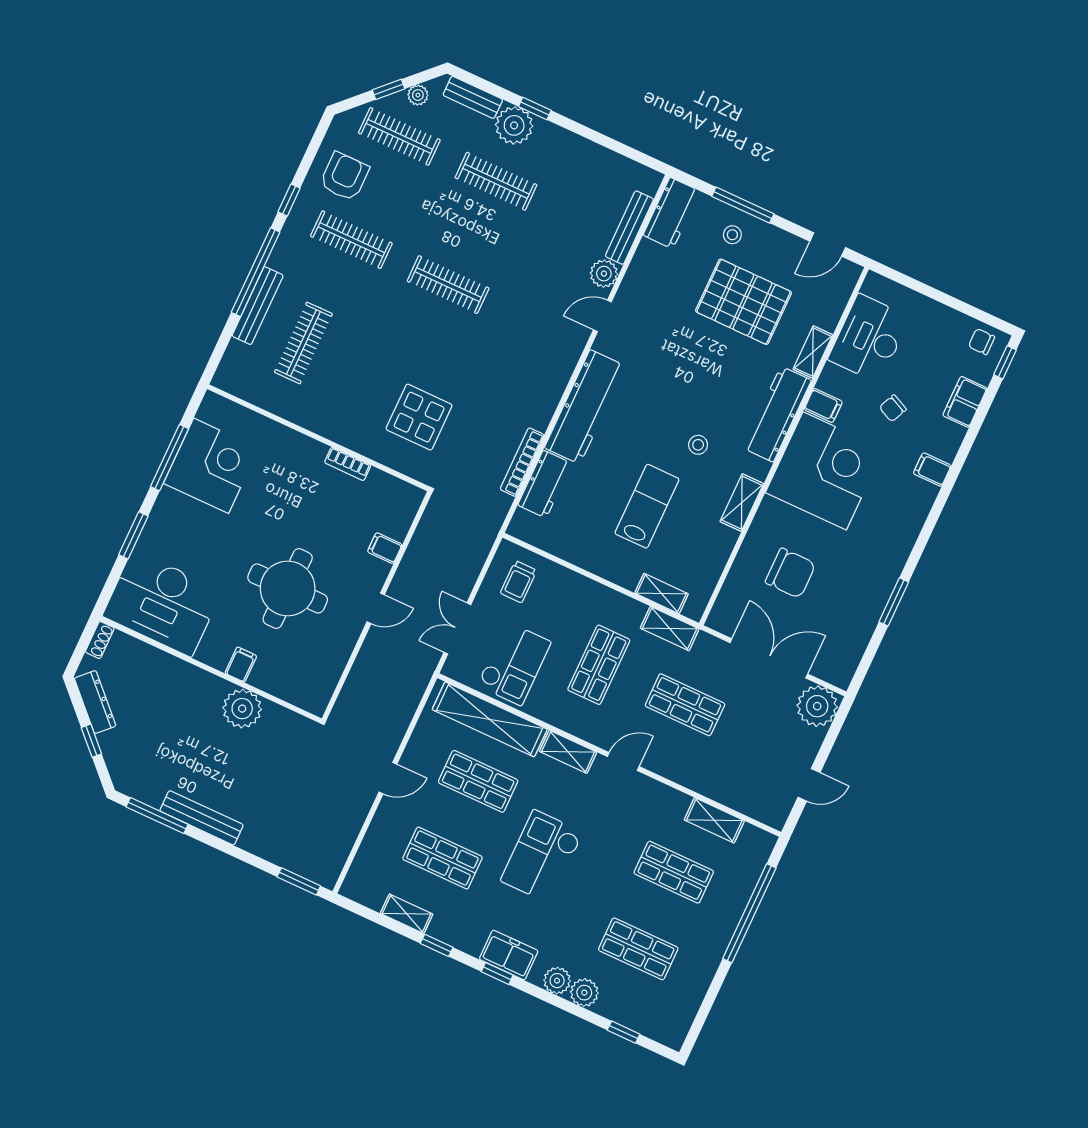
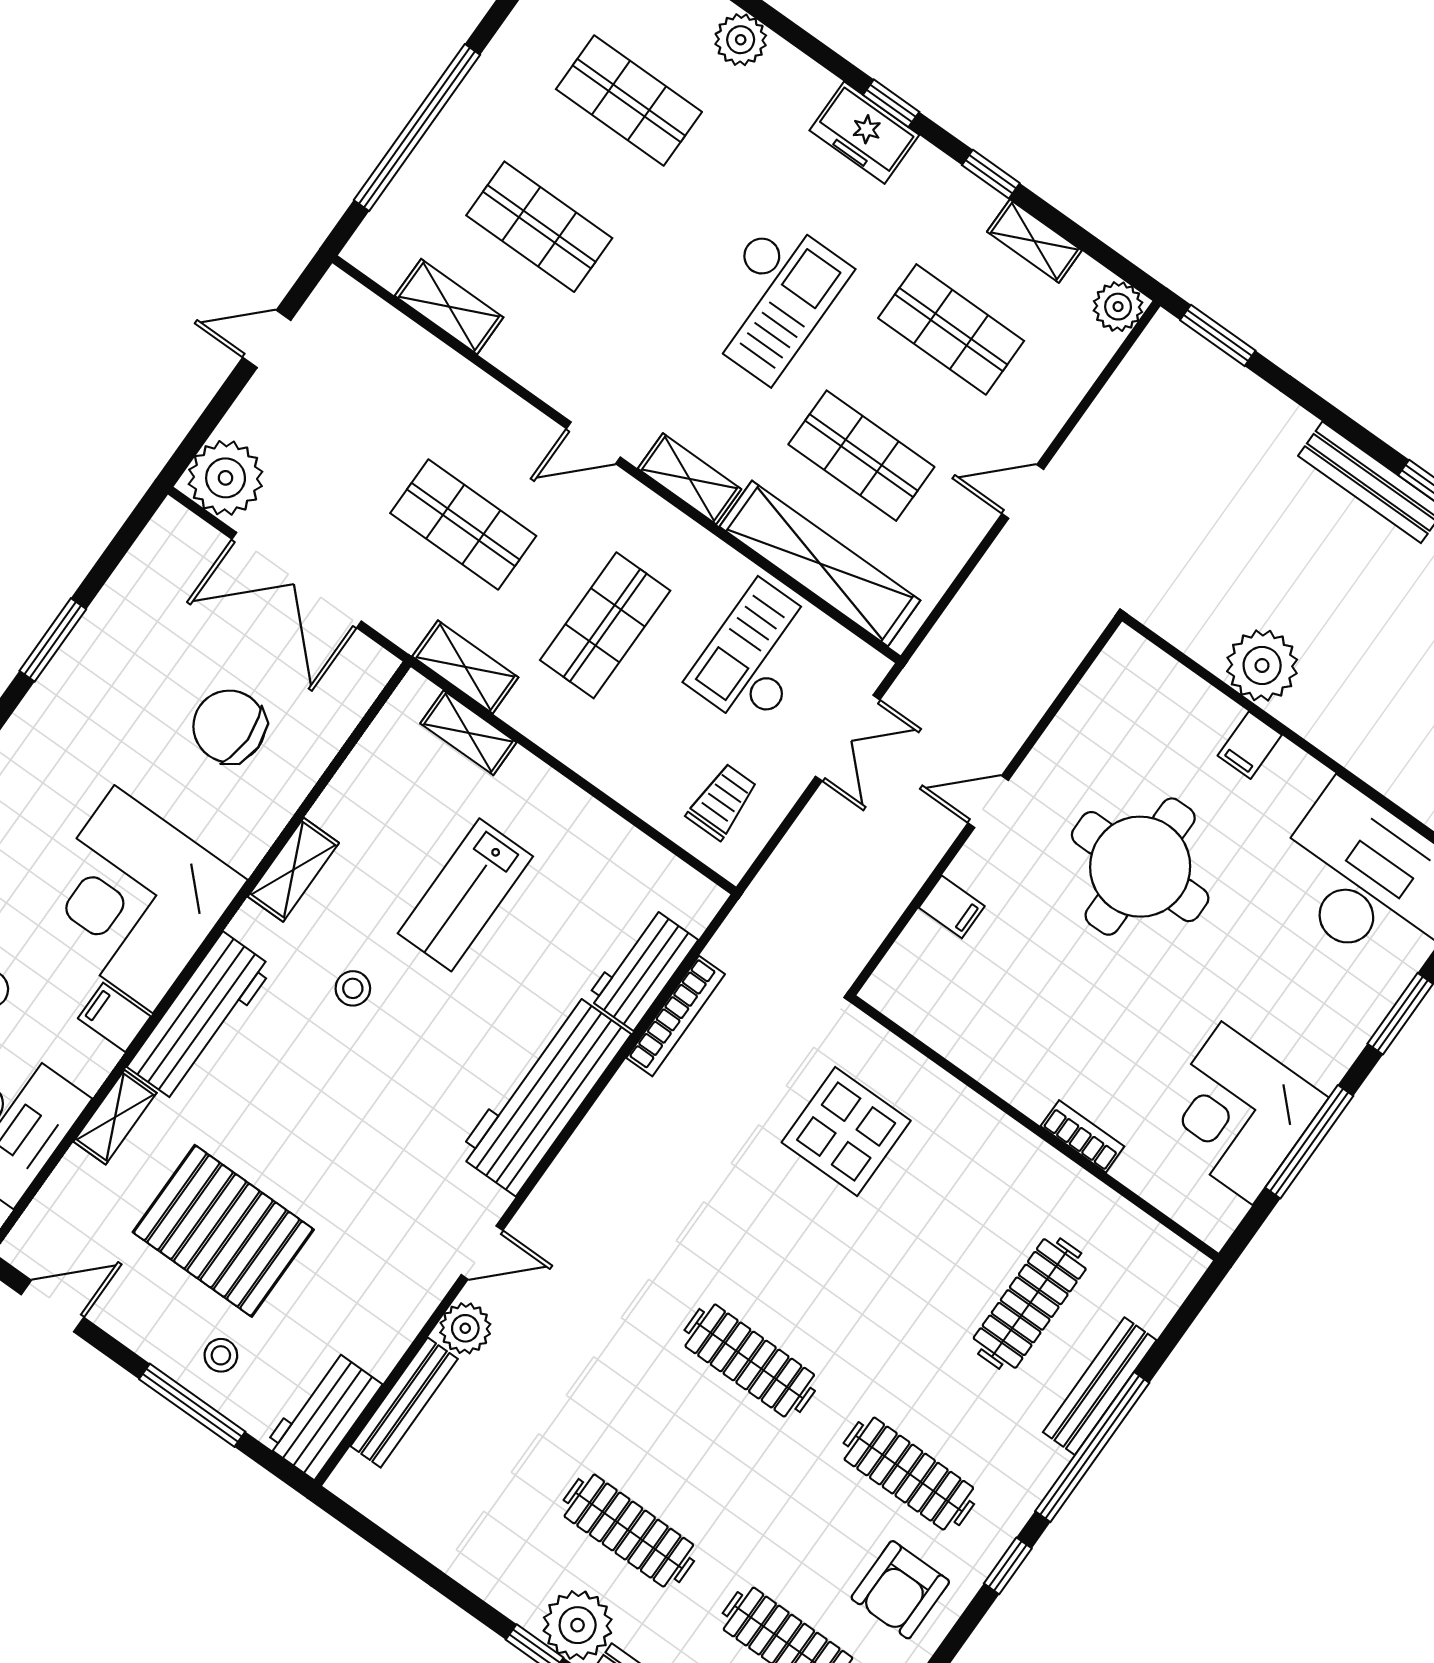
bookcase: (348, 464) -> (1082, 1136), moved
plant: (557, 981) -> (1118, 307), moved

